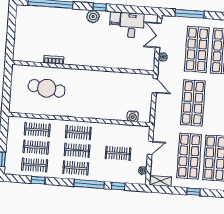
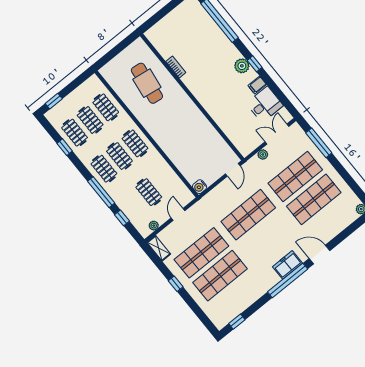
water cooler: (133, 116) -> (200, 187), moved
door: (150, 148) -> (178, 214), swing flipped

